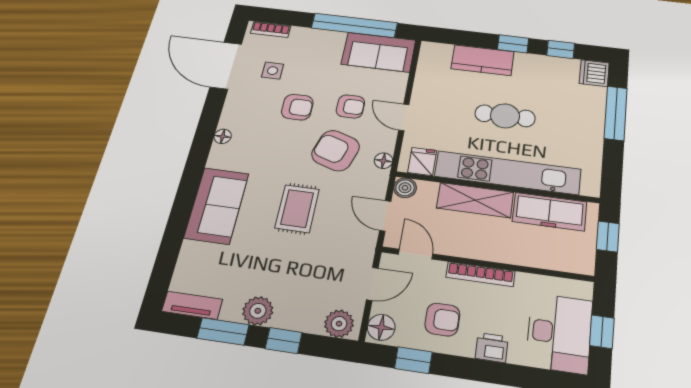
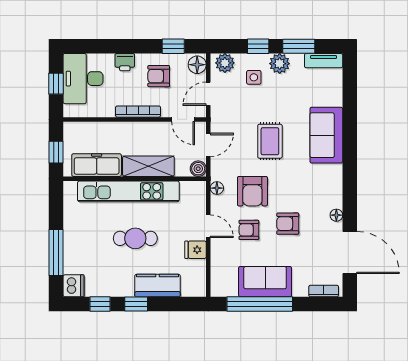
sofa: (379, 52) -> (265, 282), moved
side table: (273, 71) -> (254, 77), moved
floor lamp: (223, 136) -> (336, 215), moved
armchair: (336, 151) -> (252, 191), turned 72
fridge: (422, 162) -> (196, 250), moved, turned 90
door: (385, 216) -> (208, 145), hinge flipped

